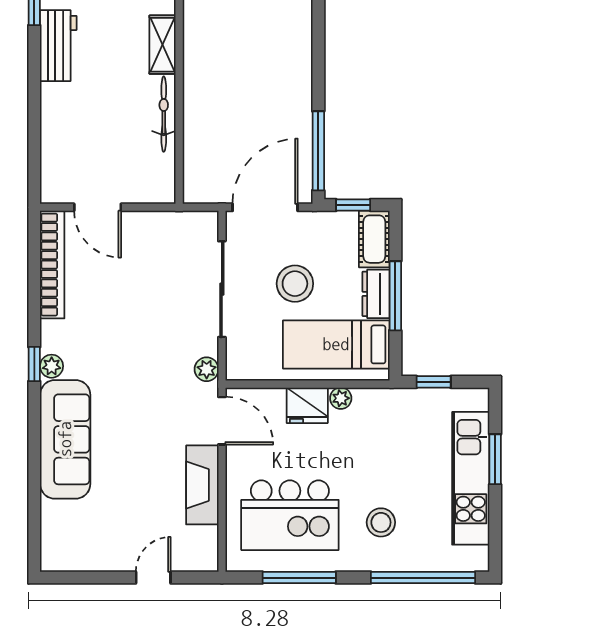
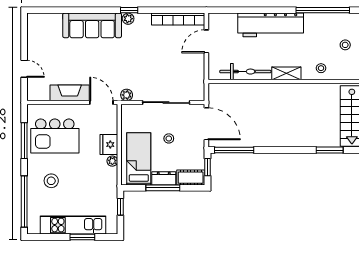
workbench: (58, 46) -> (271, 25), width x1.88, depth x1.32
bicycle: (164, 114) -> (245, 72), width x1.37, depth x1.40
stool: (295, 284) -> (169, 138), width x0.53, depth x0.53
door: (222, 421) -> (101, 103), swing flipped
kitchen island: (290, 515) -> (55, 136), turned -90

